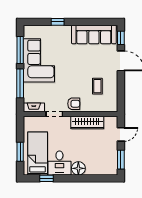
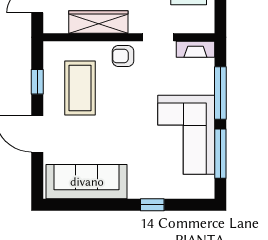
window: (121, 38) -> (37, 82), moved
coffee table: (97, 86) -> (80, 88), width x1.86, depth x1.72

